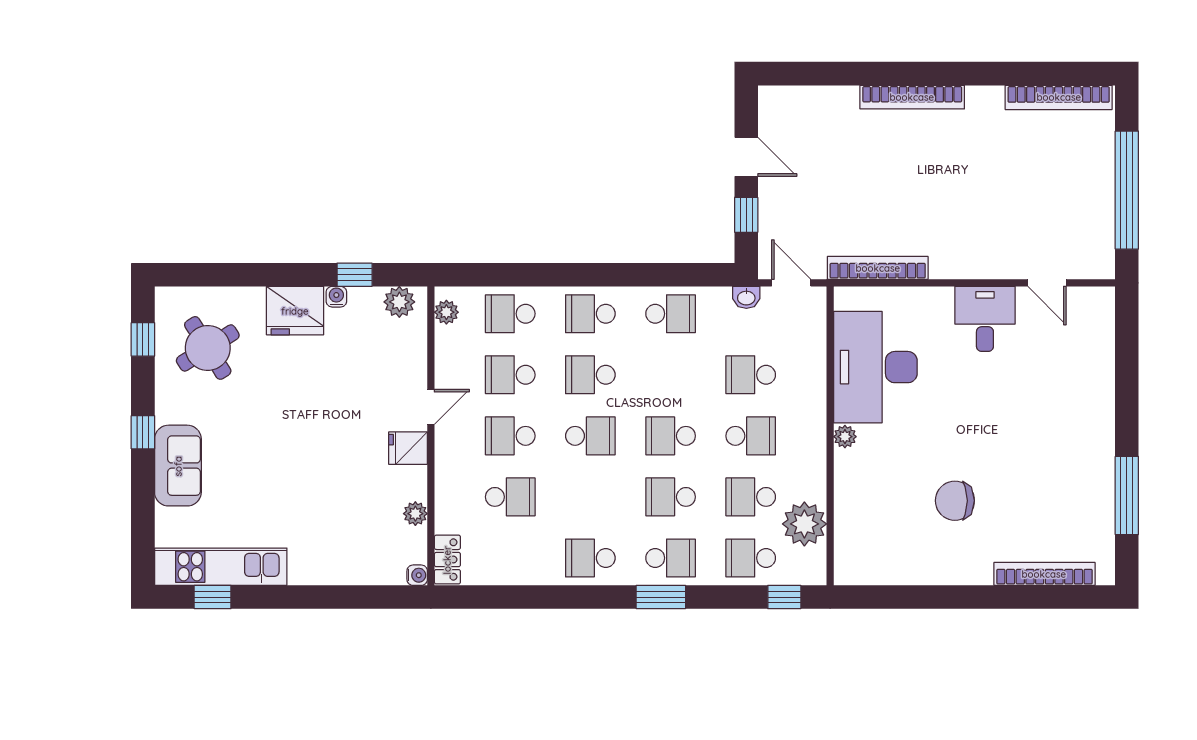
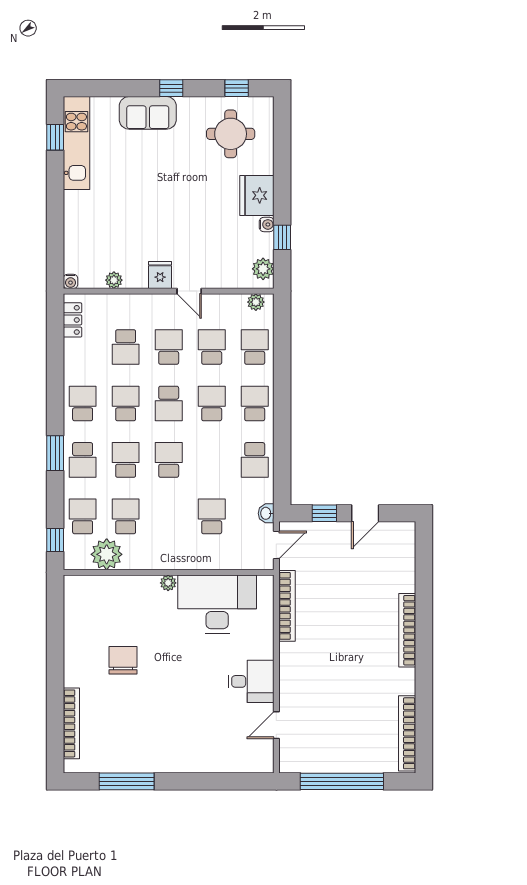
round table: (208, 348) -> (231, 134), turned 32
school desk: (751, 436) -> (126, 403), moved, turned 180
locker: (447, 560) -> (73, 320), moved, turned -90

